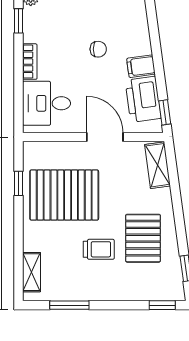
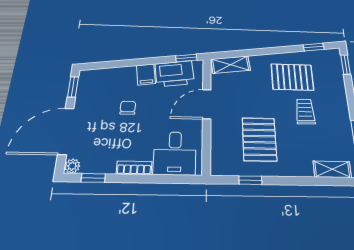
pallet: (64, 195) -> (259, 139), width x0.73, depth x0.71

